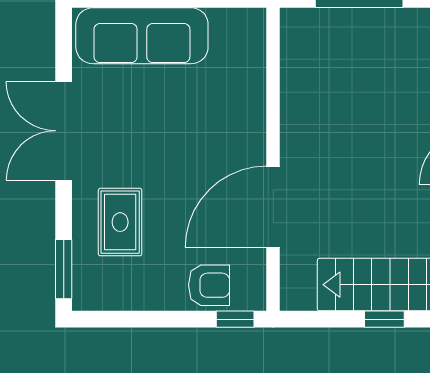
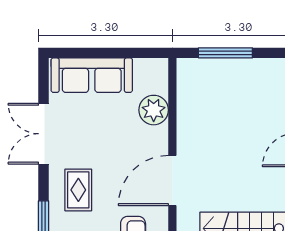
plant: (242, 92) -> (154, 110), added

